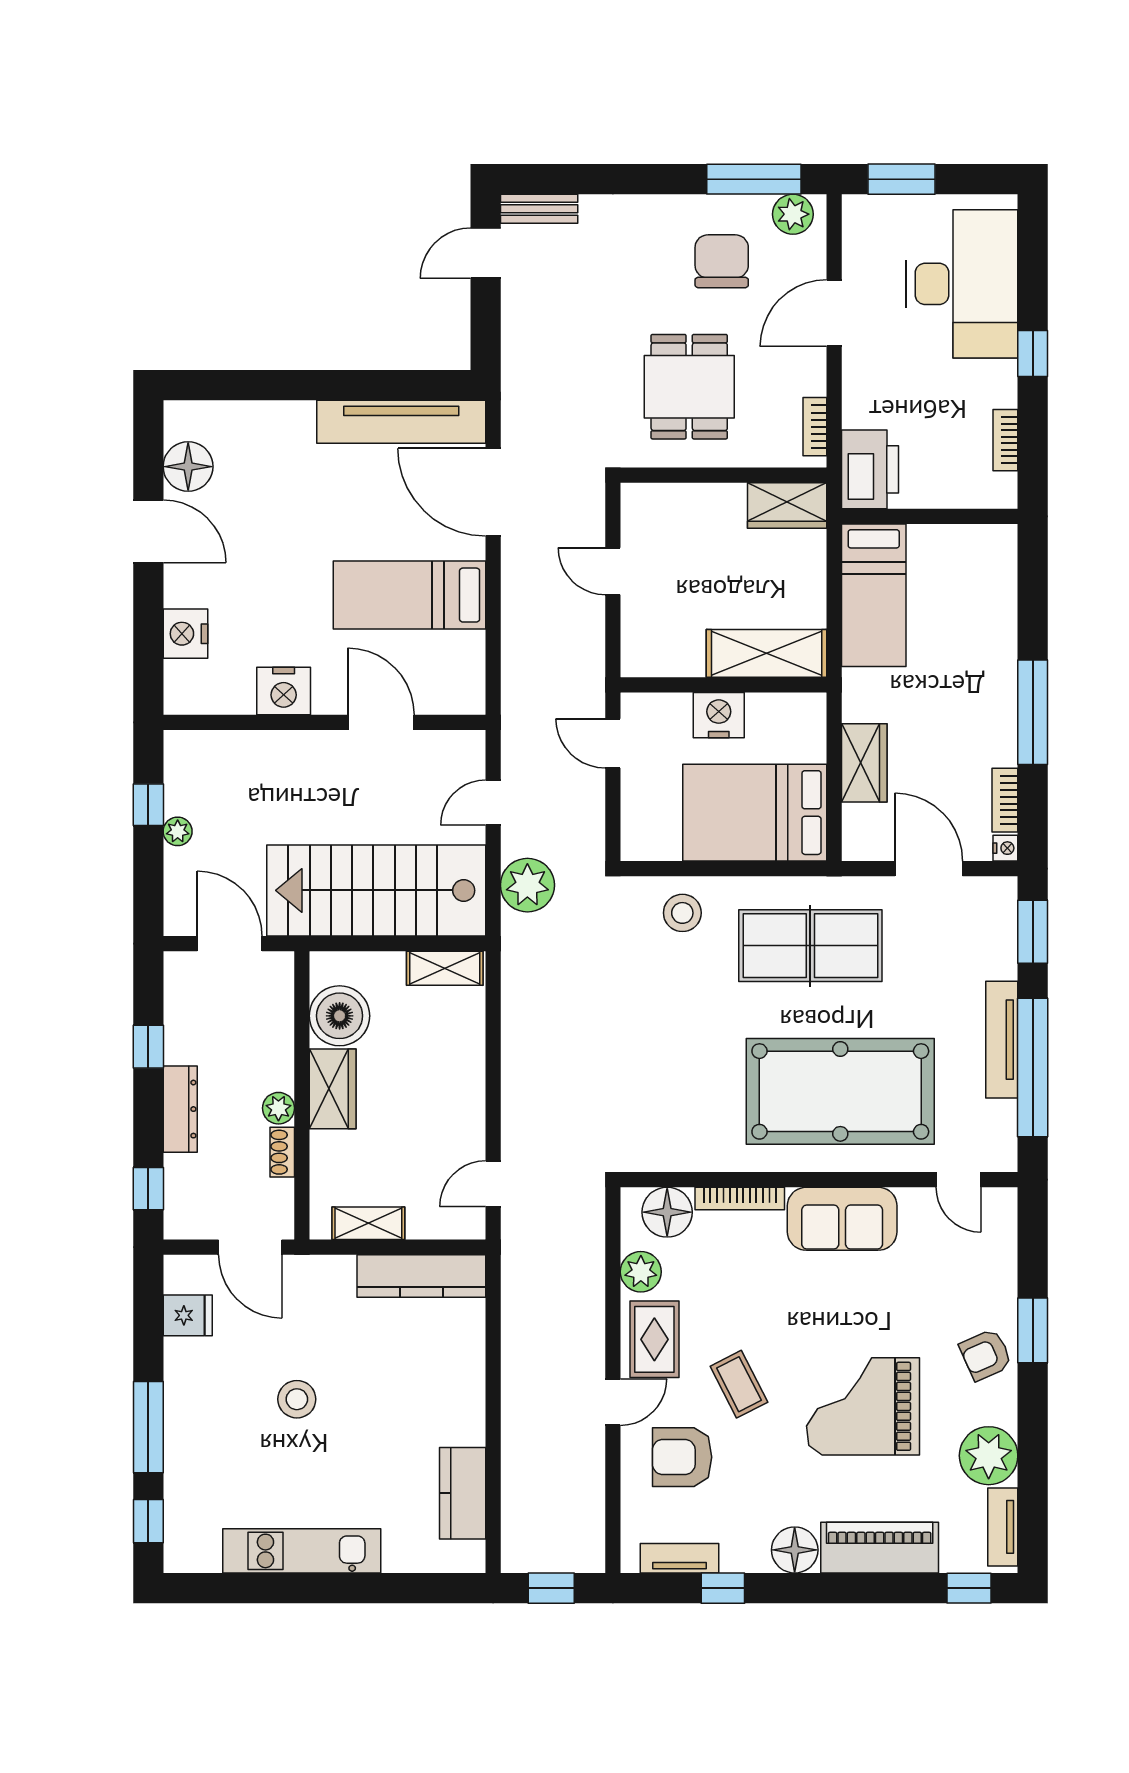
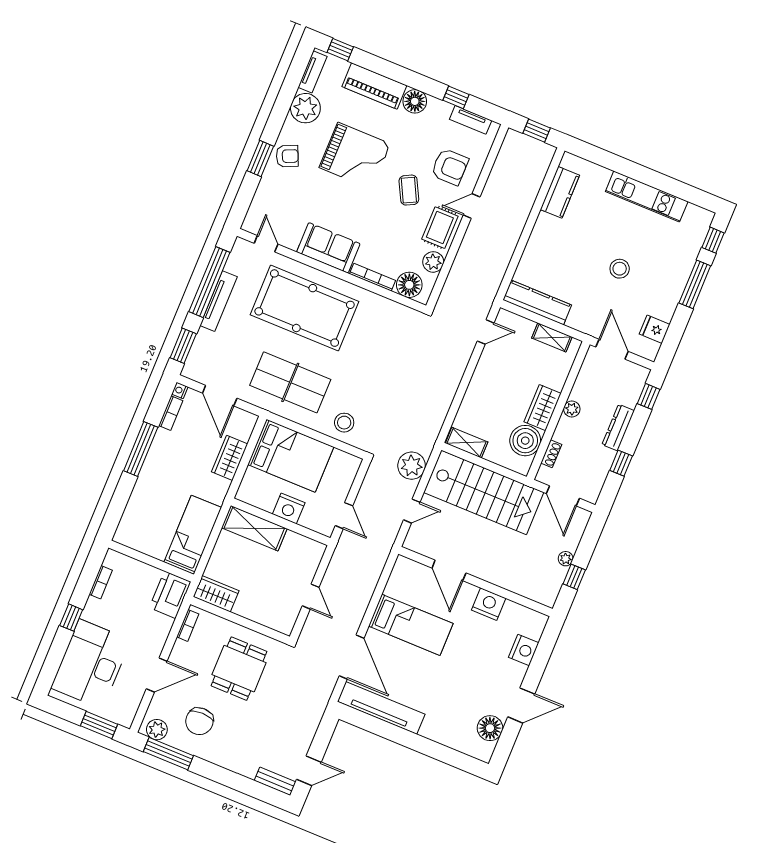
door: (148, 531) -> (521, 705), swing flipped
shoe rack: (282, 1152) -> (551, 454), moved

